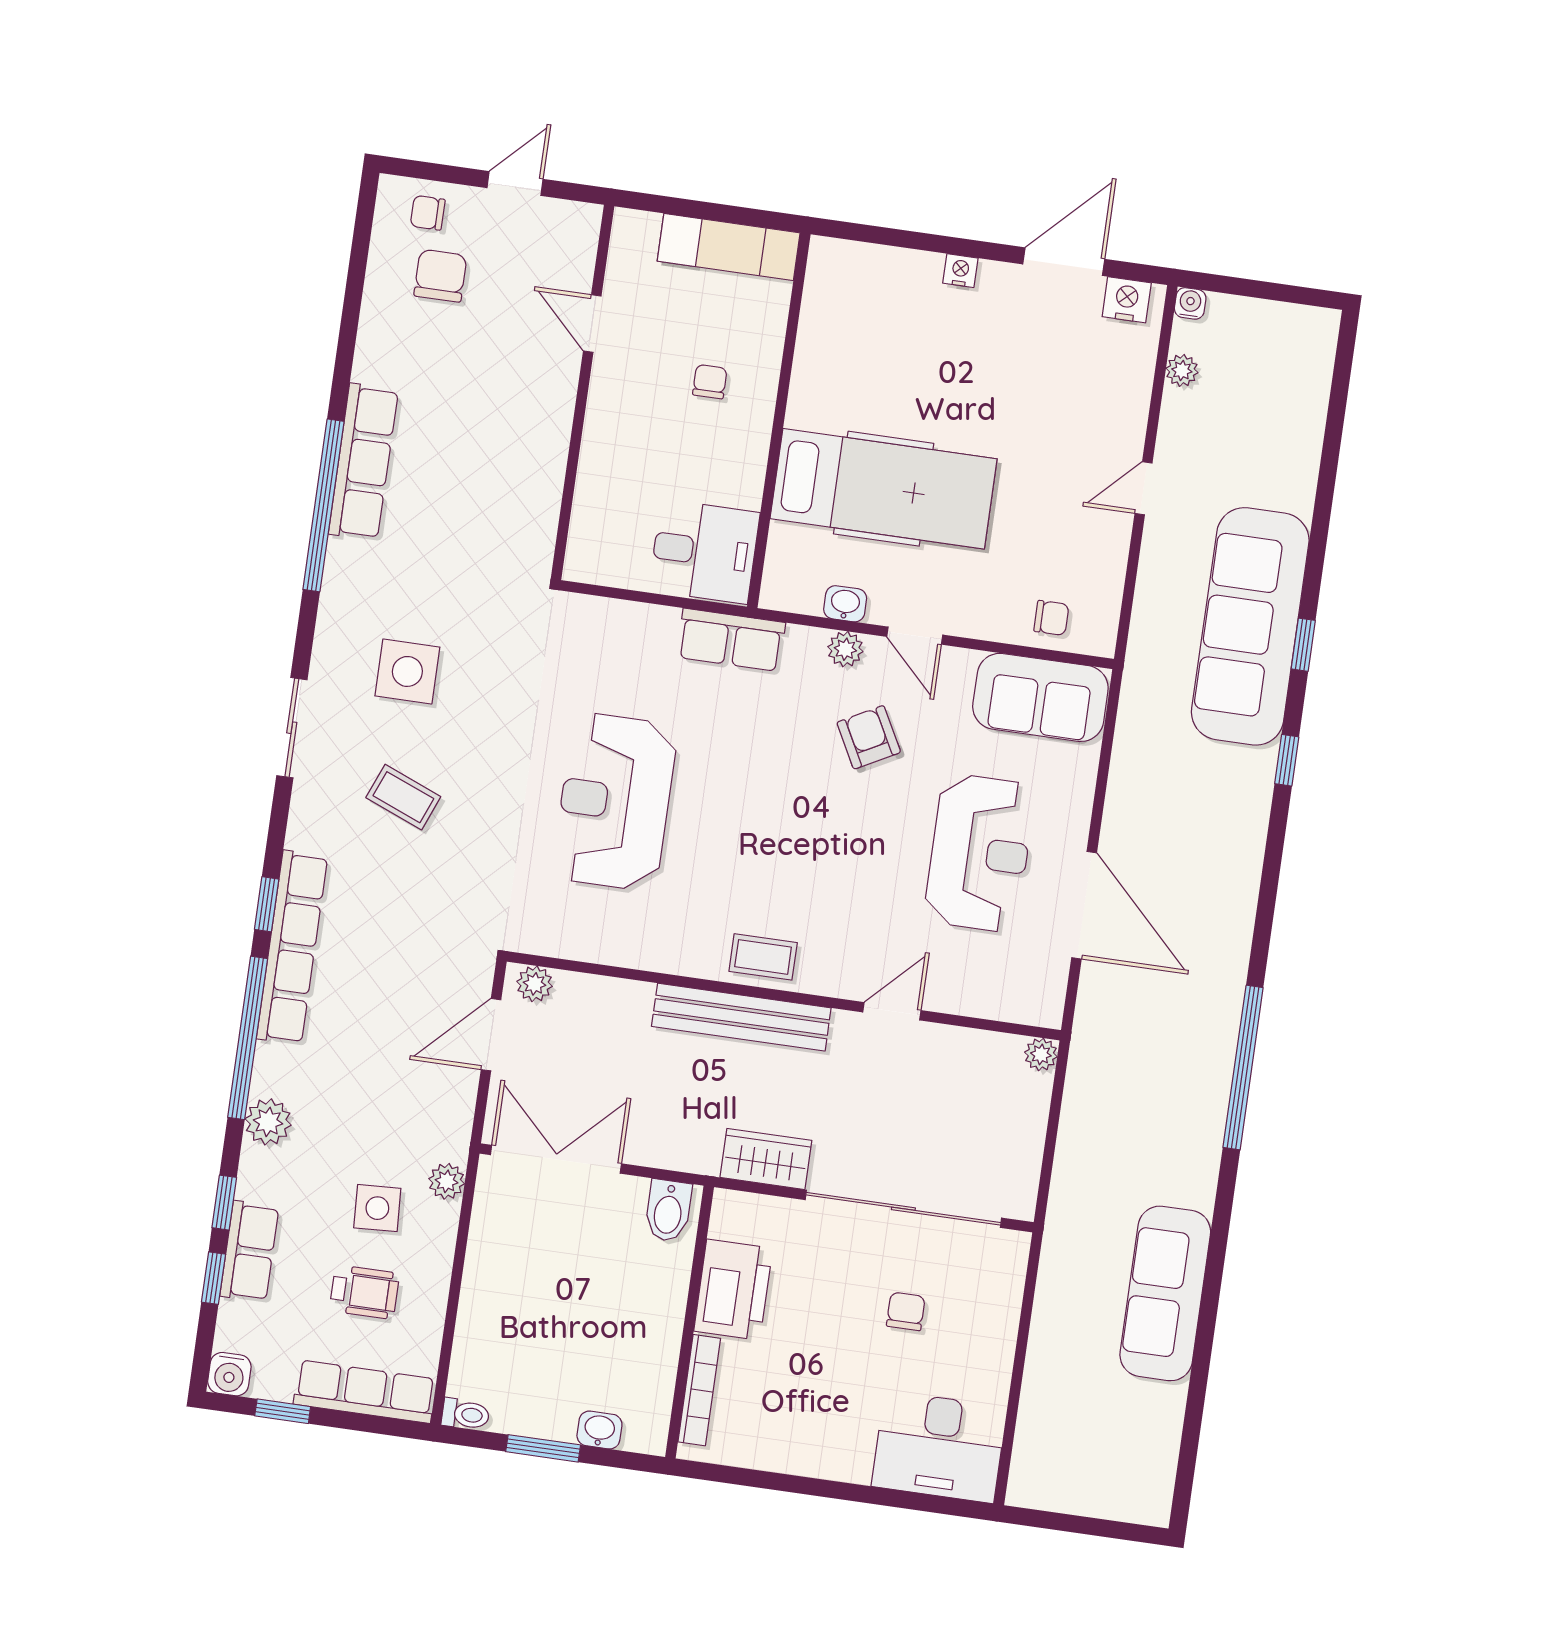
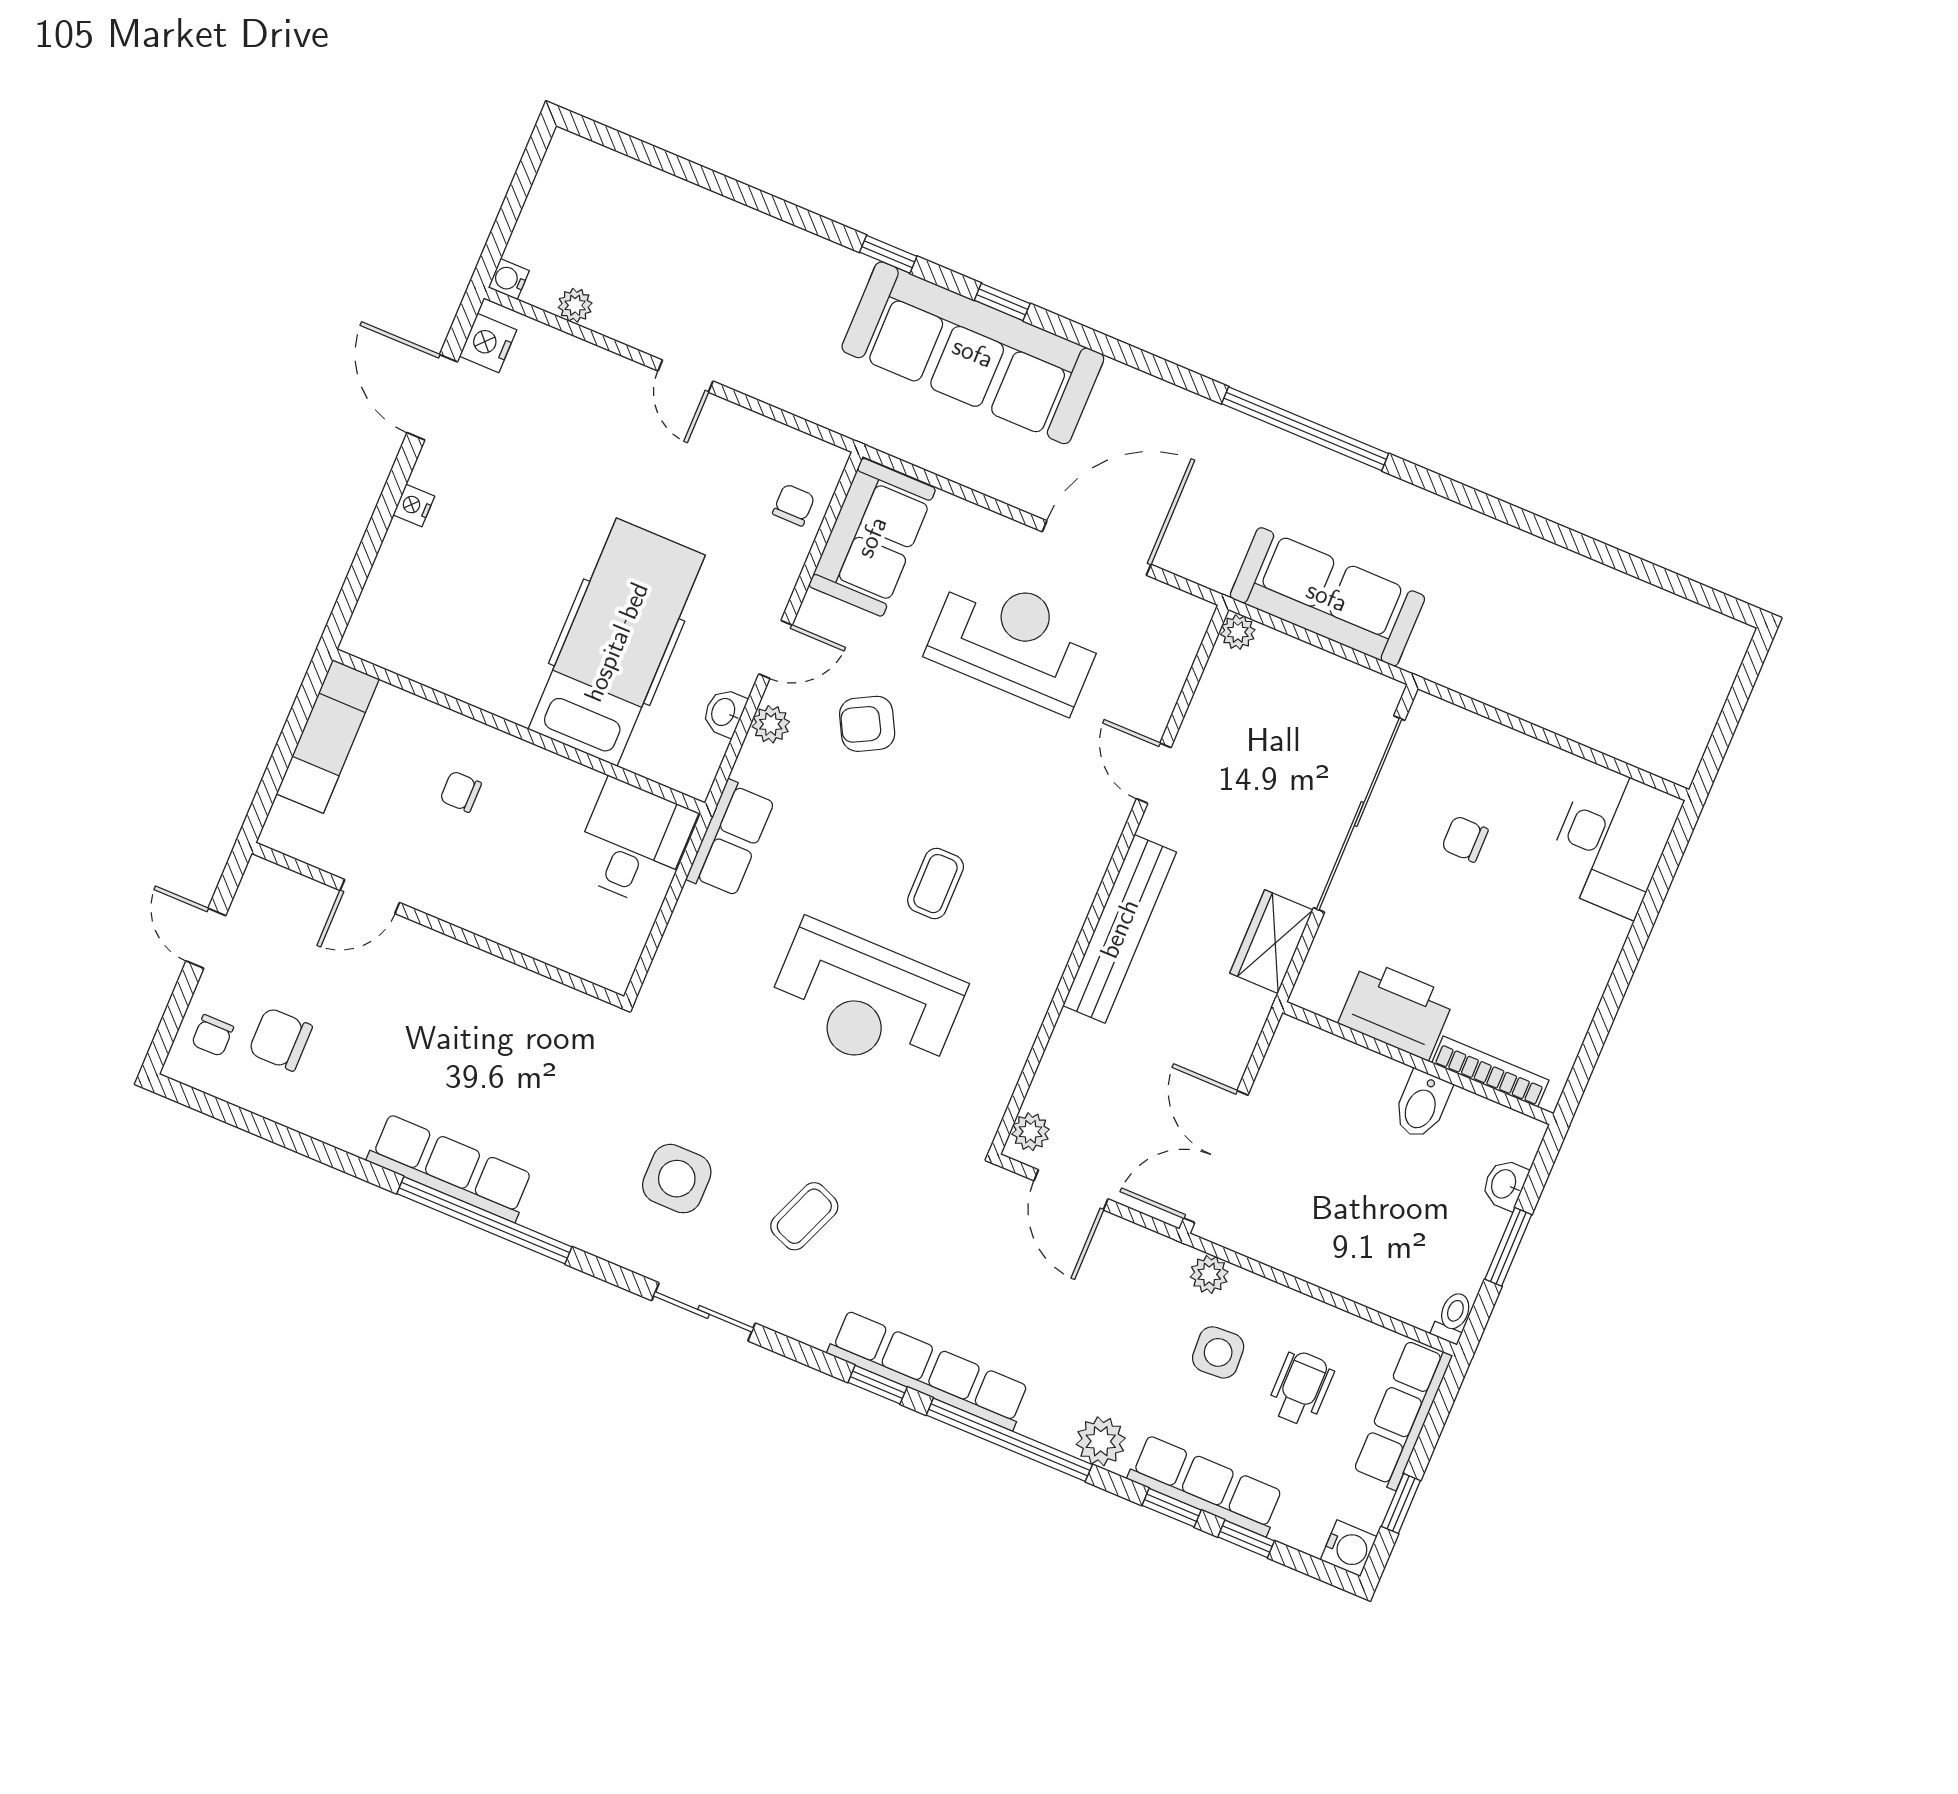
sofa: (1250, 626) -> (973, 353), moved
coffee table: (763, 957) -> (936, 884), moved
bidet: (668, 1211) -> (1422, 1105), moved, turned 90
row of seats: (249, 1251) -> (1206, 1485), width x1.48
sofa: (1165, 1293) -> (1327, 597), moved, turned 180

